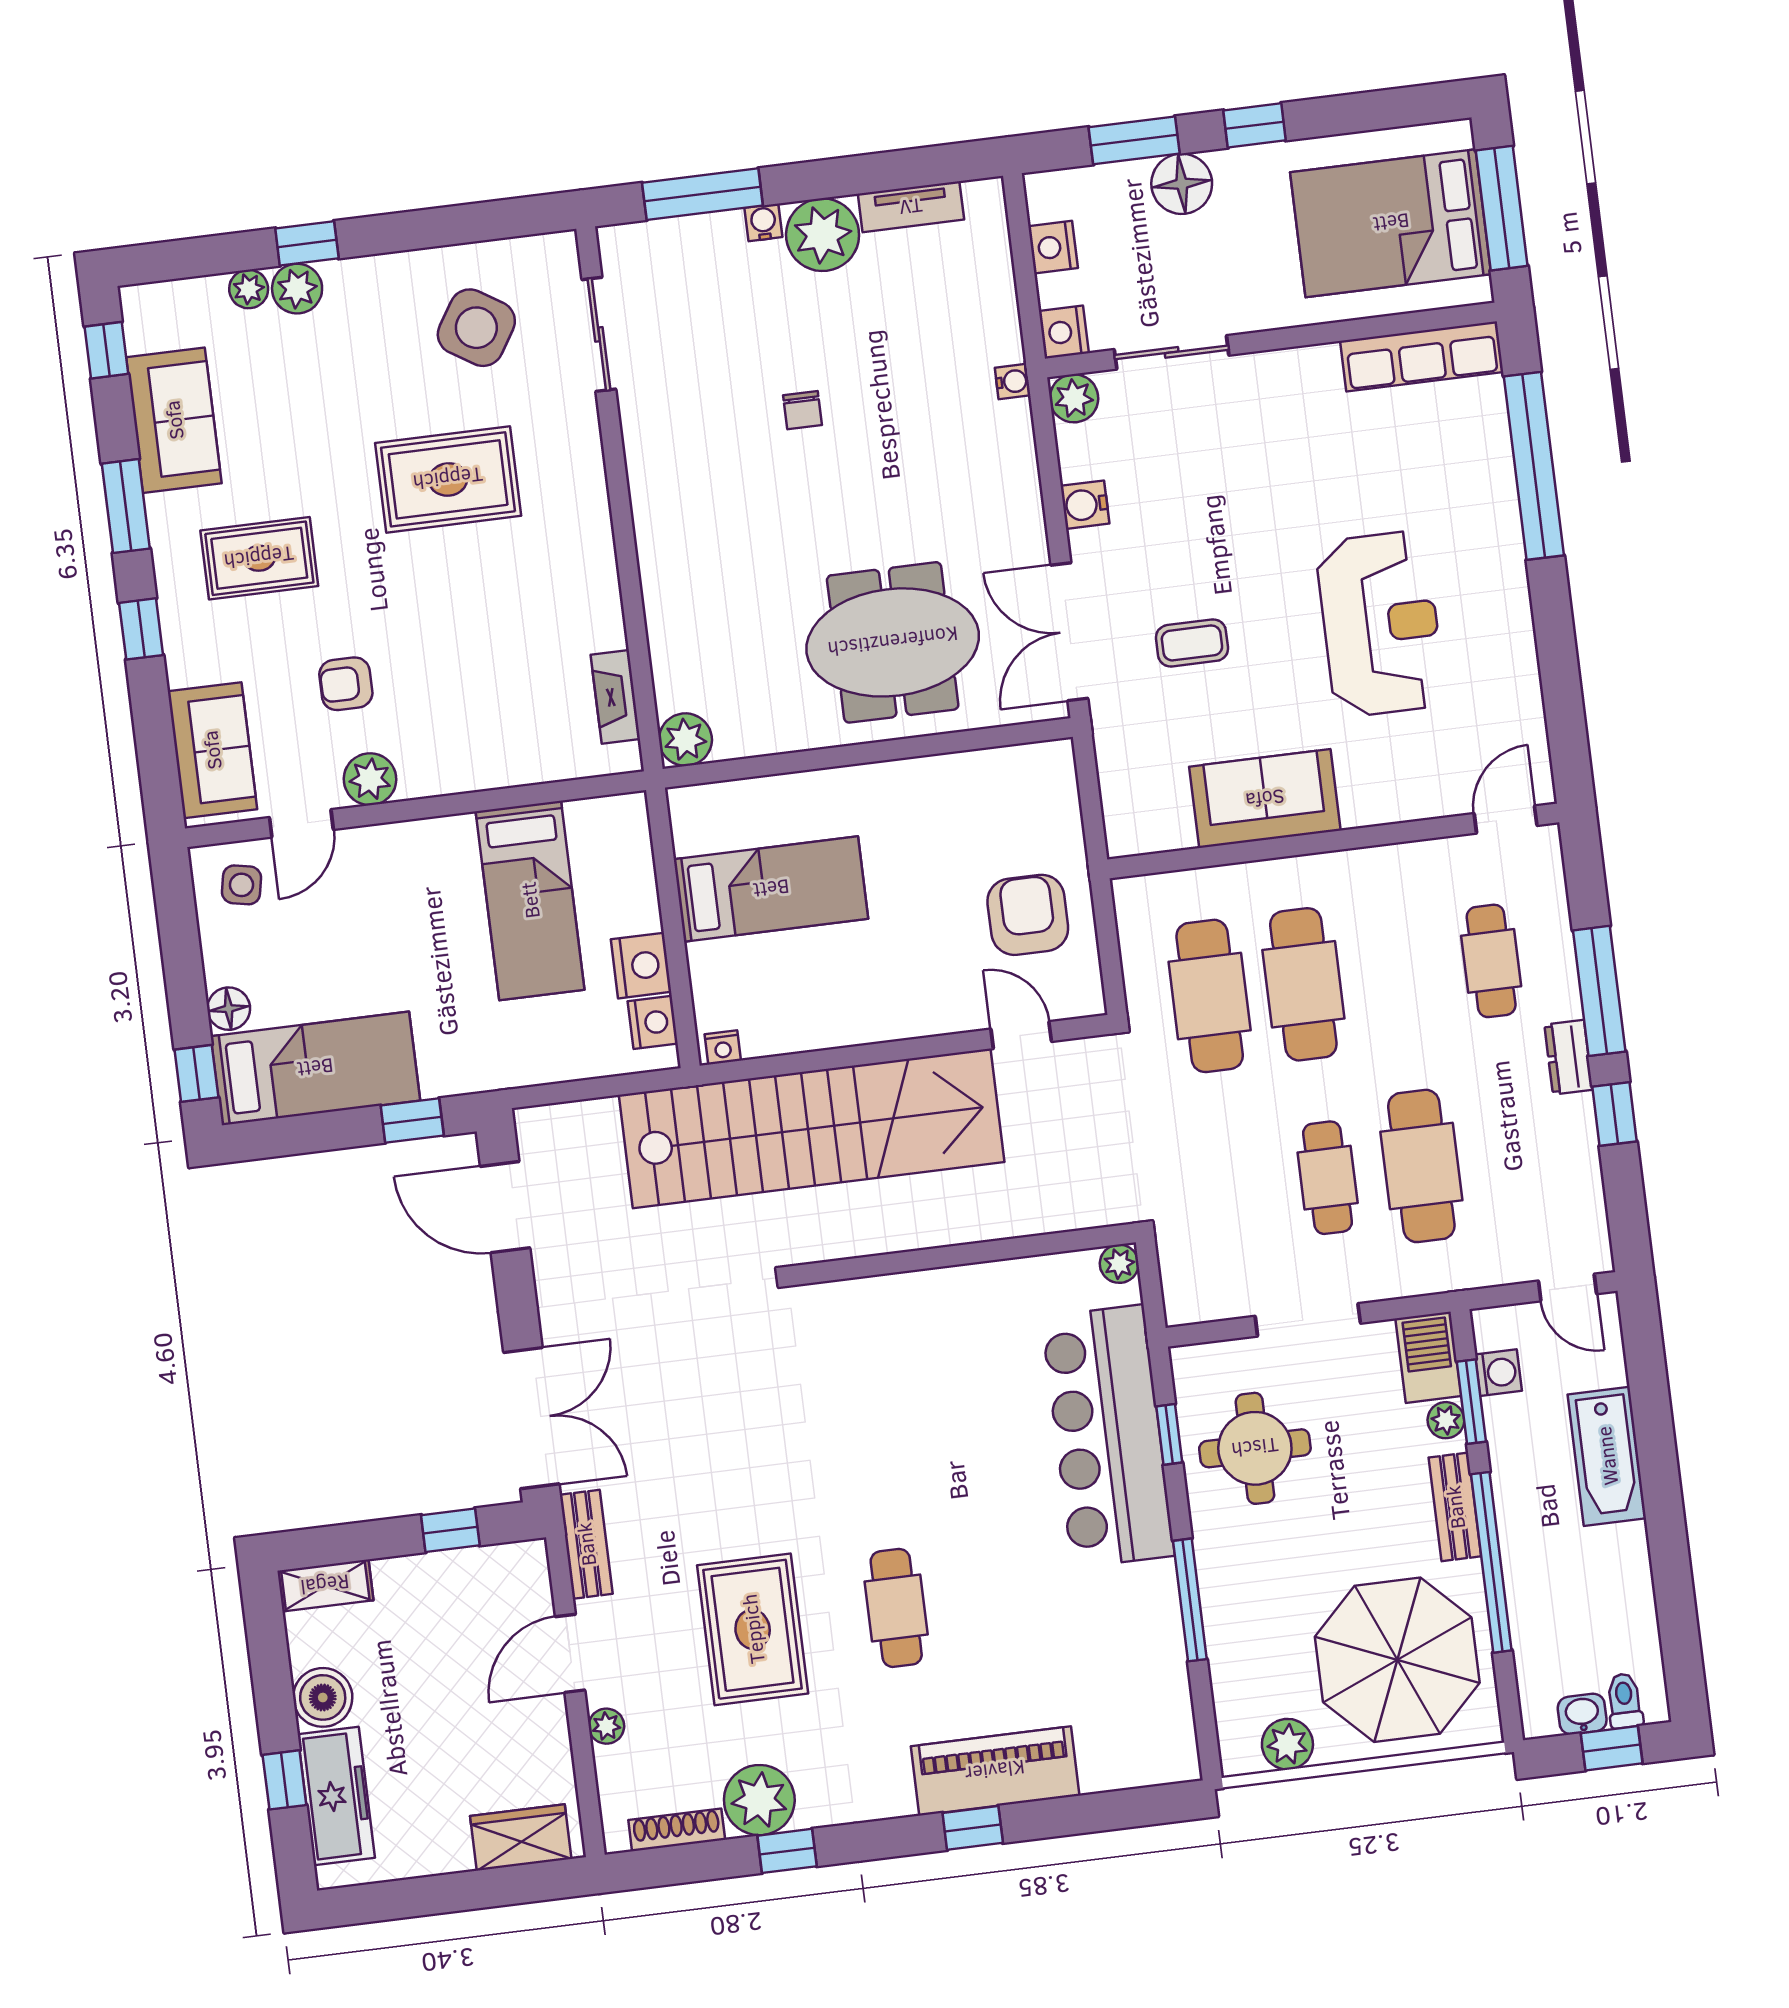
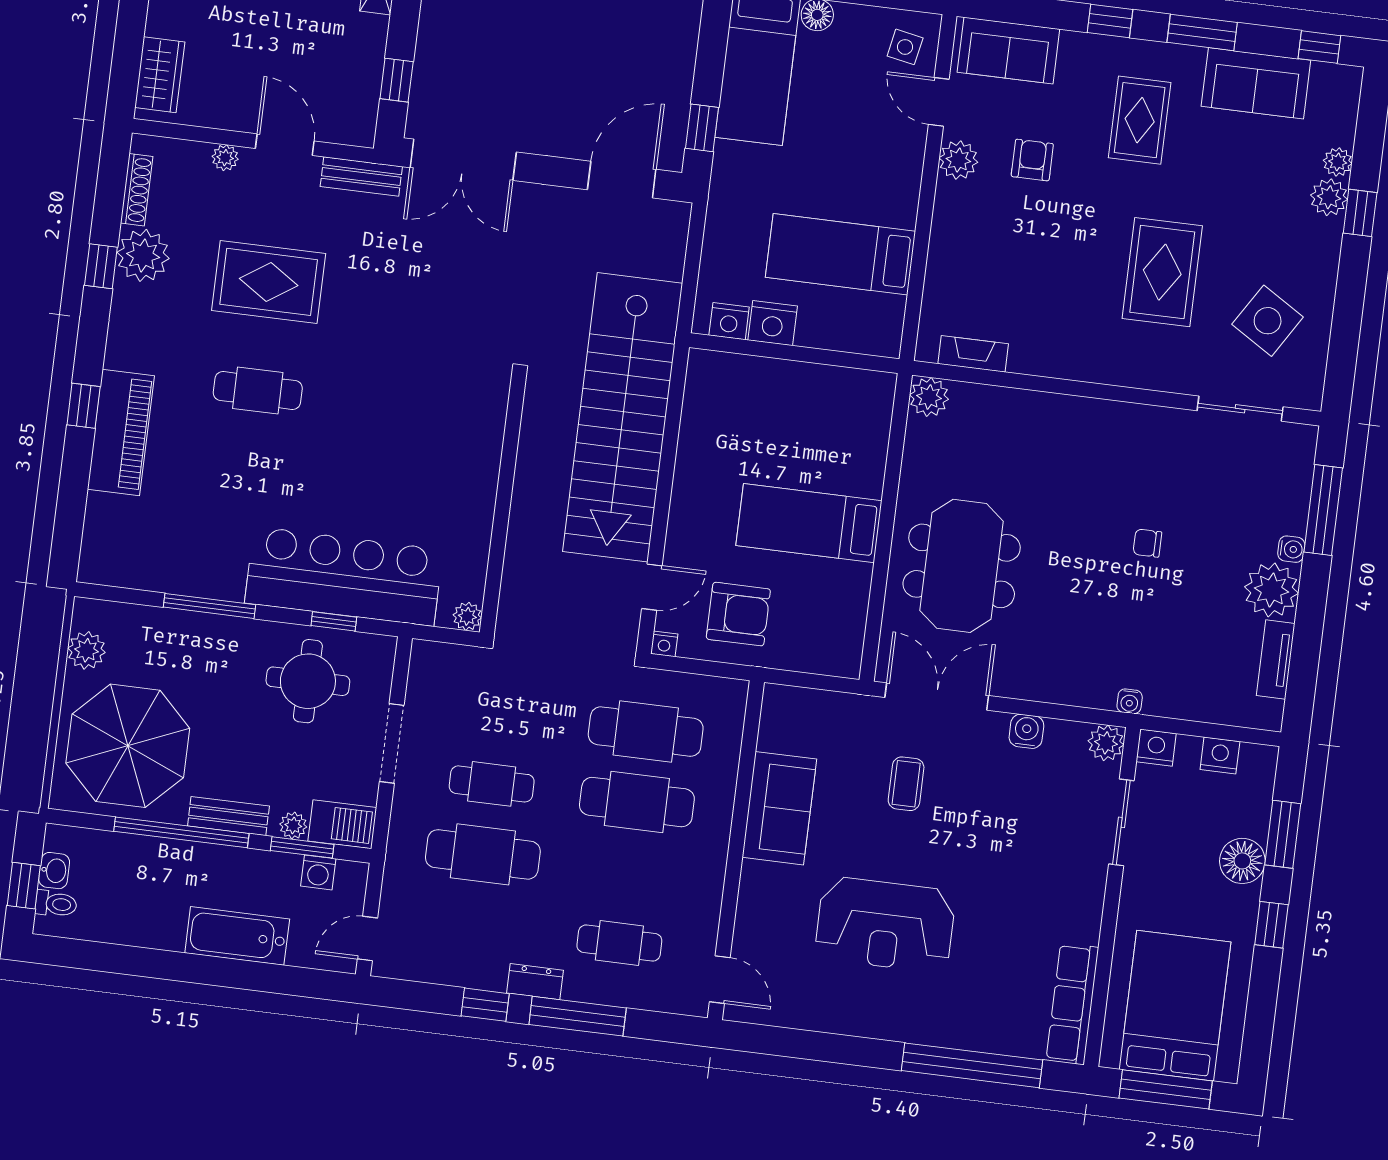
bed: (771, 889) -> (809, 523), moved, turned 90
nightstand: (723, 1047) -> (664, 644), moved, turned -90

